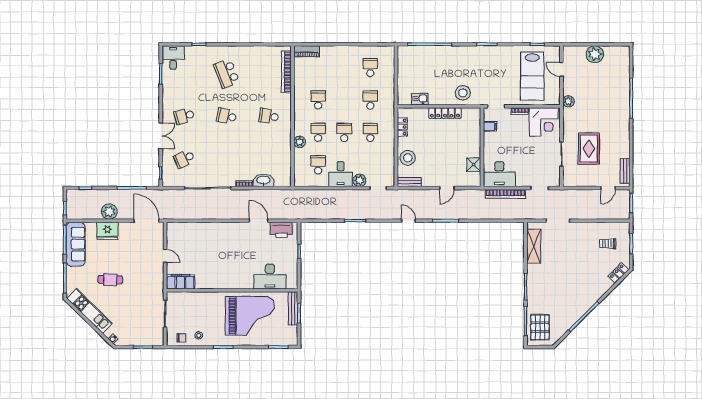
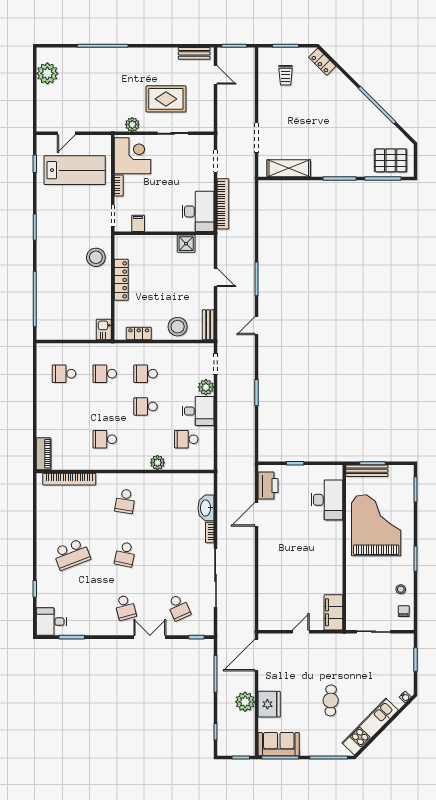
plant: (595, 54) -> (47, 73), moved
kitchen sink: (420, 99) -> (104, 329), moved
plant: (569, 101) -> (132, 124), moved
school desk: (318, 132) -> (146, 439), removed
sofa: (76, 244) -> (279, 744), width x0.73

